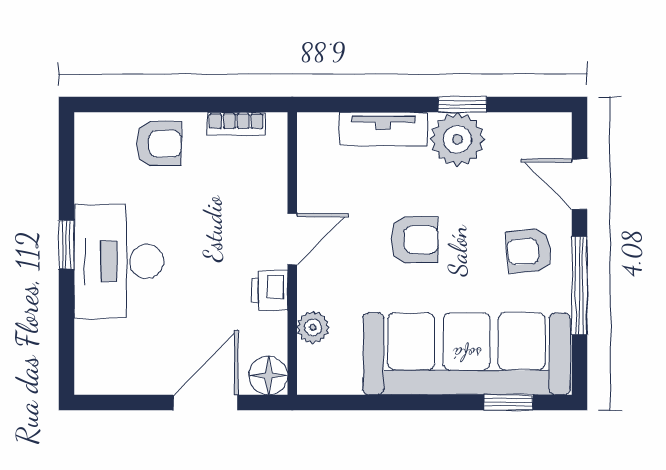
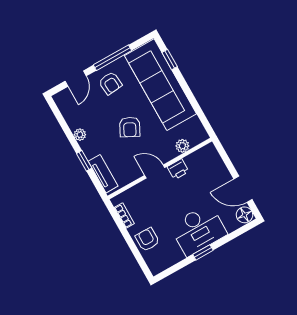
window: (462, 105) -> (84, 161), moved
tv unit: (383, 129) -> (103, 174), moved
plant: (457, 139) -> (80, 135), width x0.53, depth x0.53
armchair: (414, 240) -> (130, 127), turned -153
floor lamp: (268, 375) -> (244, 215), moved
door: (206, 402) -> (243, 189), moved

